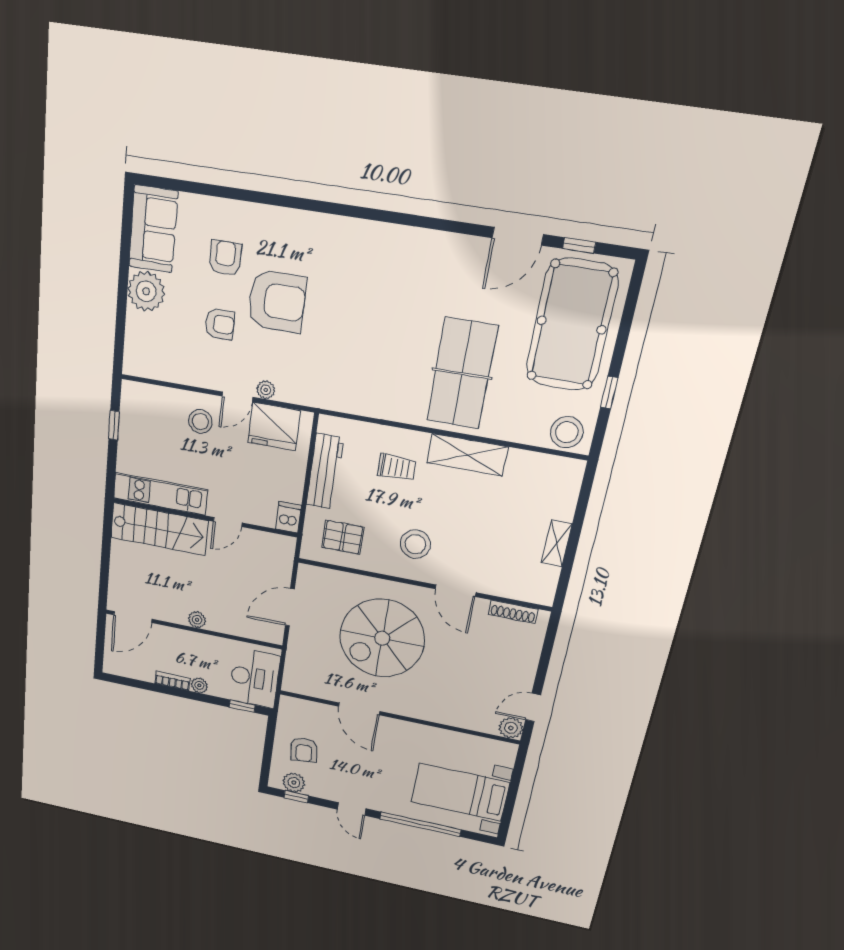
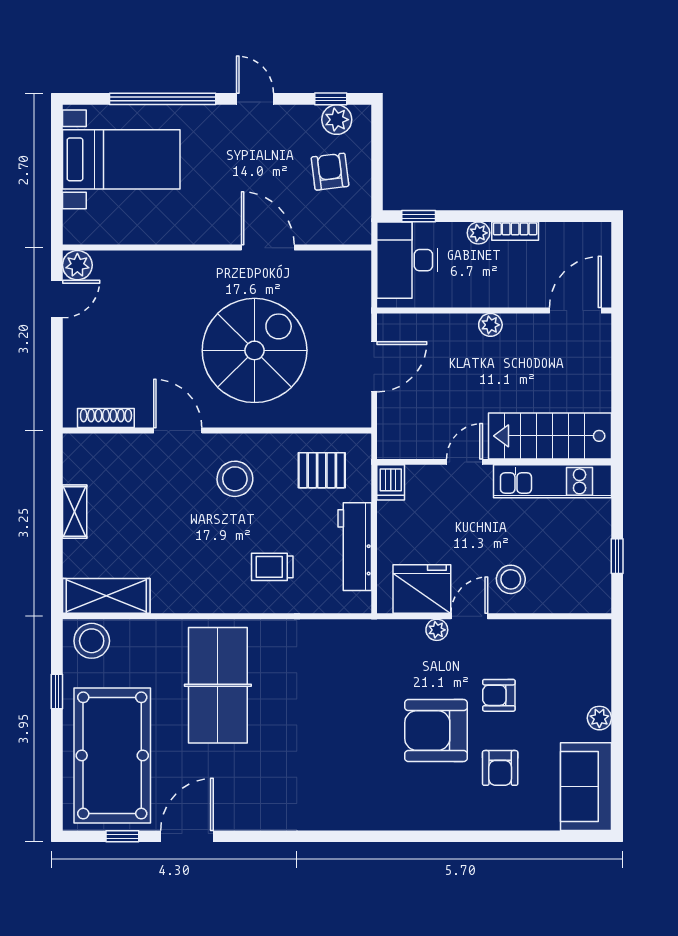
plant: (146, 291) -> (599, 718), width x0.53, depth x0.53
shelving: (467, 455) -> (106, 596), moved

